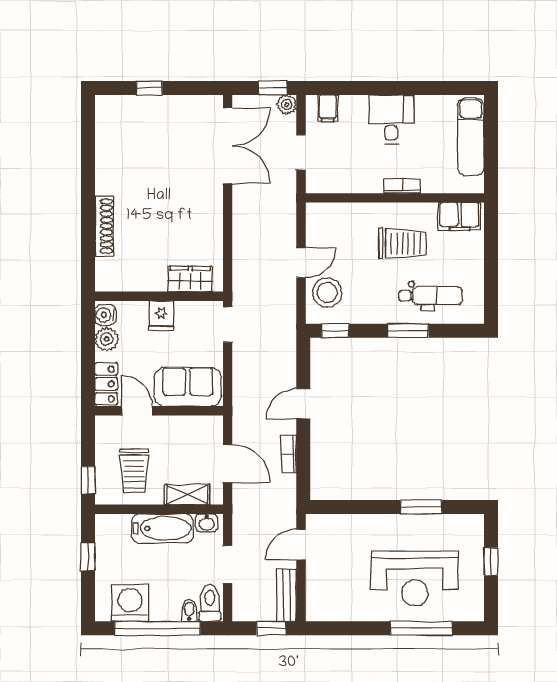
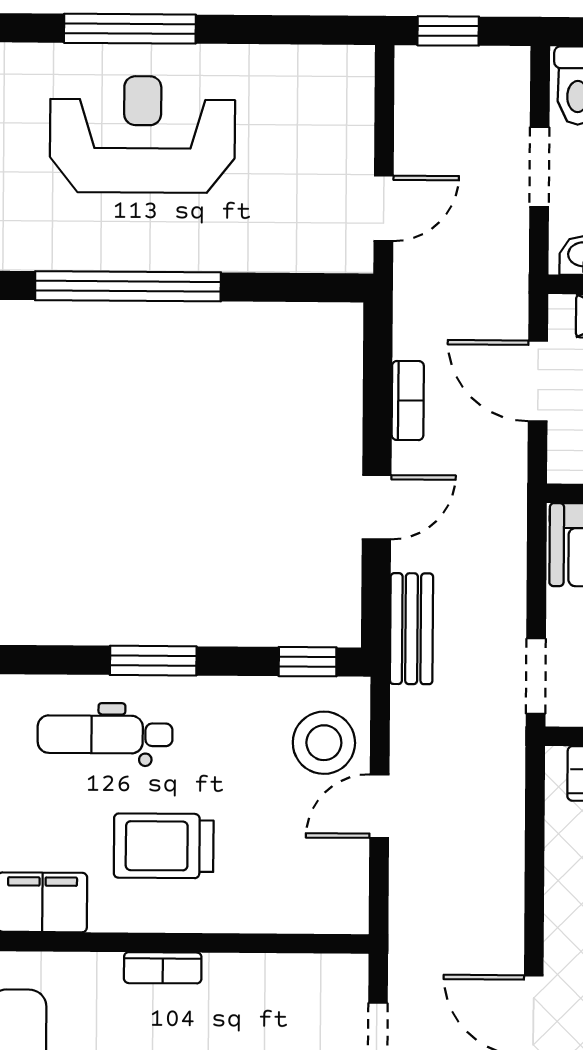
window: (421, 507) -> (128, 286), width x2.11
bench: (286, 595) -> (412, 629), moved

